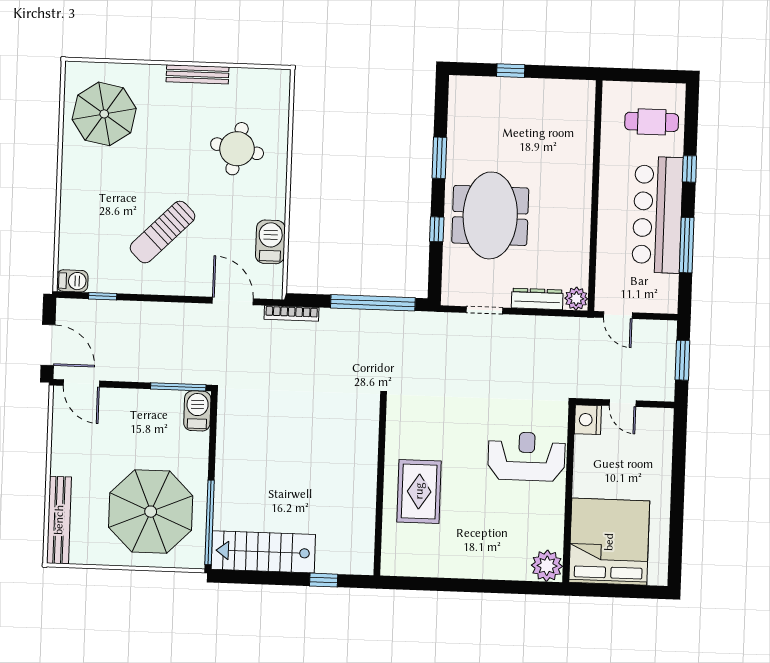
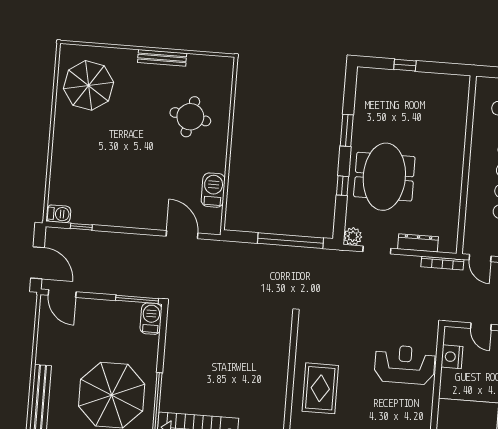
sun lounger: (163, 232) -> (130, 179), removed
plant: (576, 299) -> (353, 236), moved
bookcase: (292, 313) -> (442, 263), moved
nightstand: (588, 420) -> (452, 357), moved

